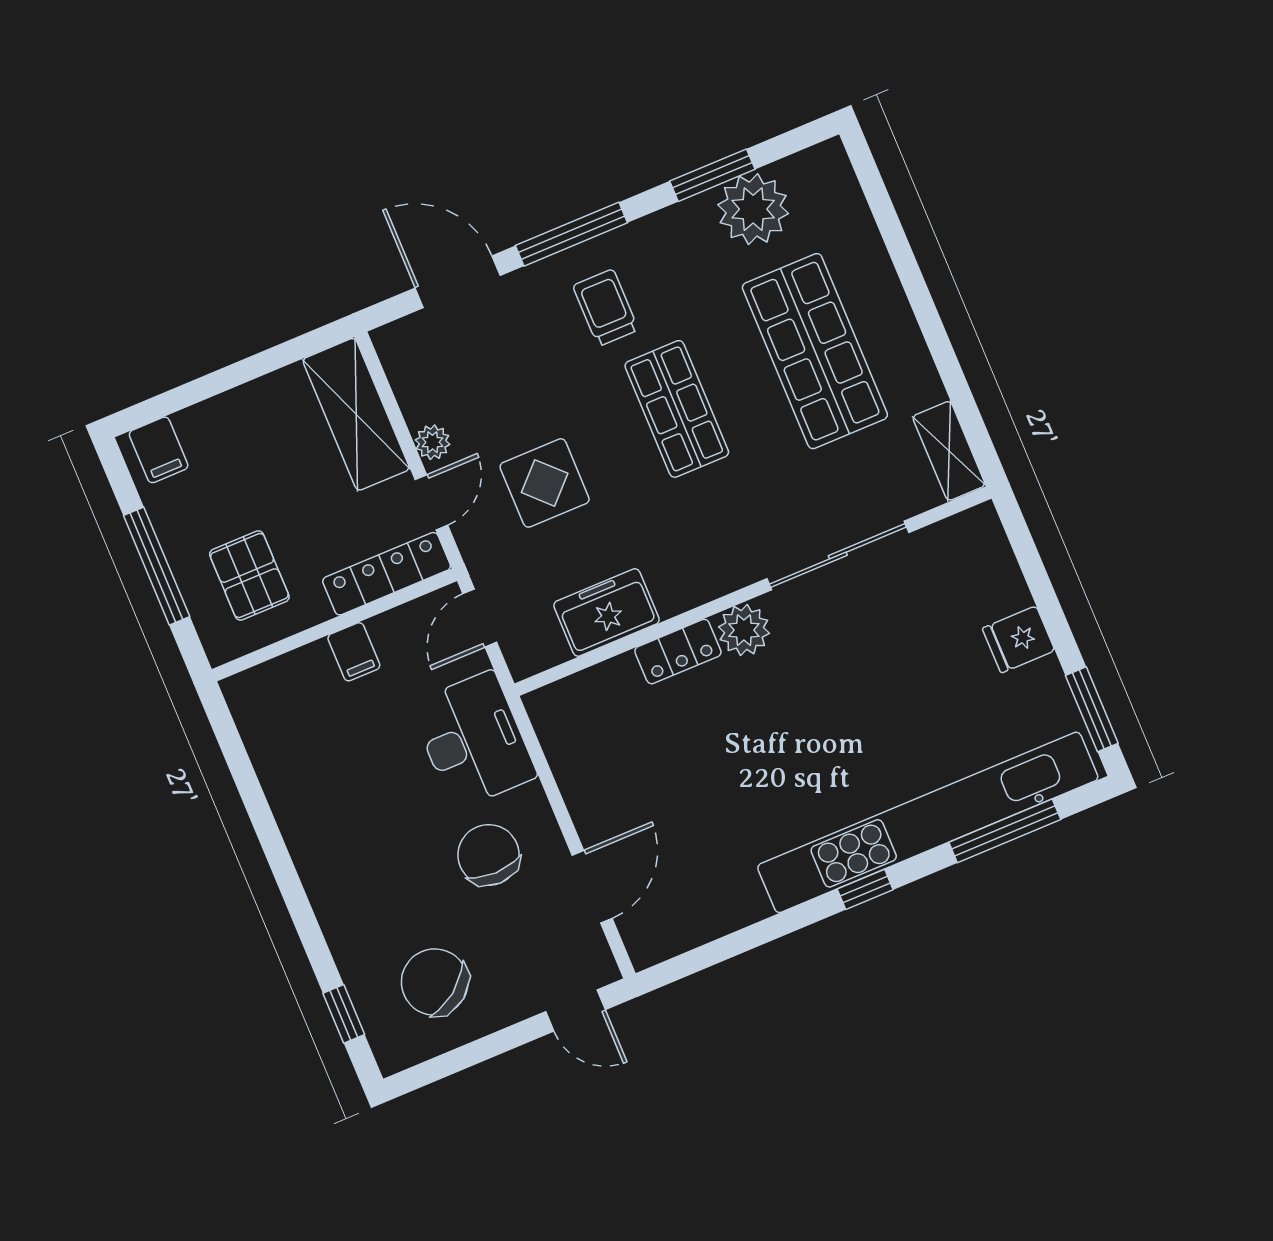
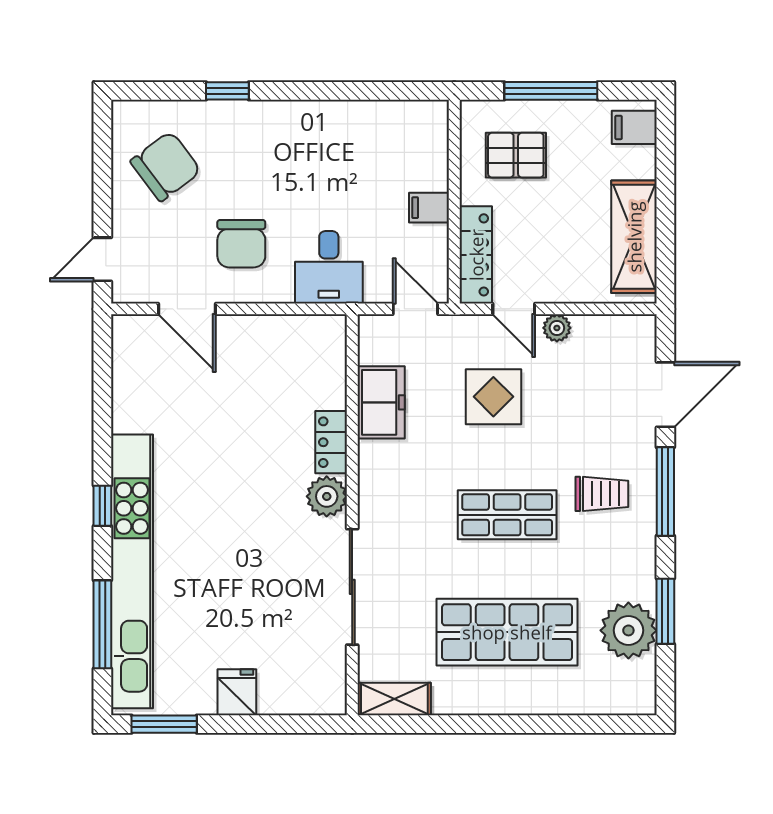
shelving: (356, 414) -> (634, 237), moved, turned 90
desk: (473, 740) -> (329, 267), width x0.73
chair: (489, 855) -> (241, 244), turned 90
window: (344, 1014) -> (227, 91), moved

